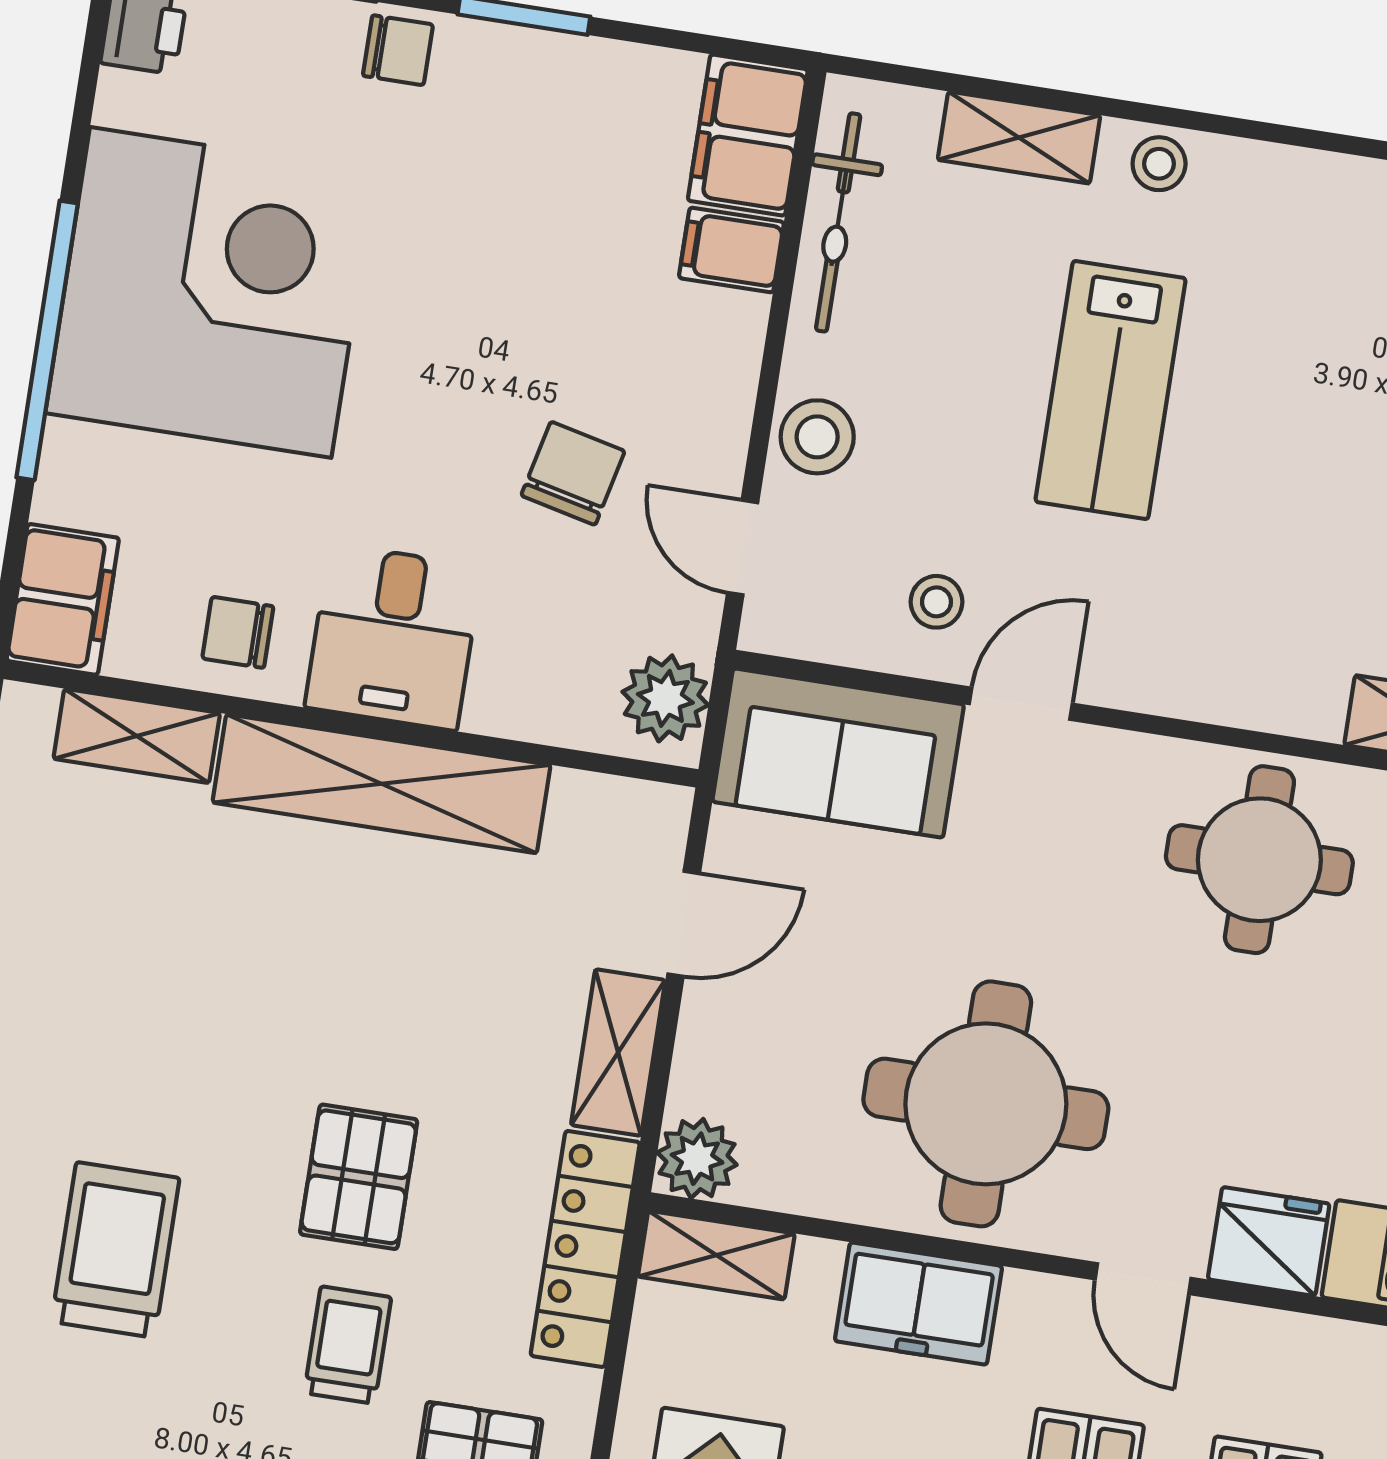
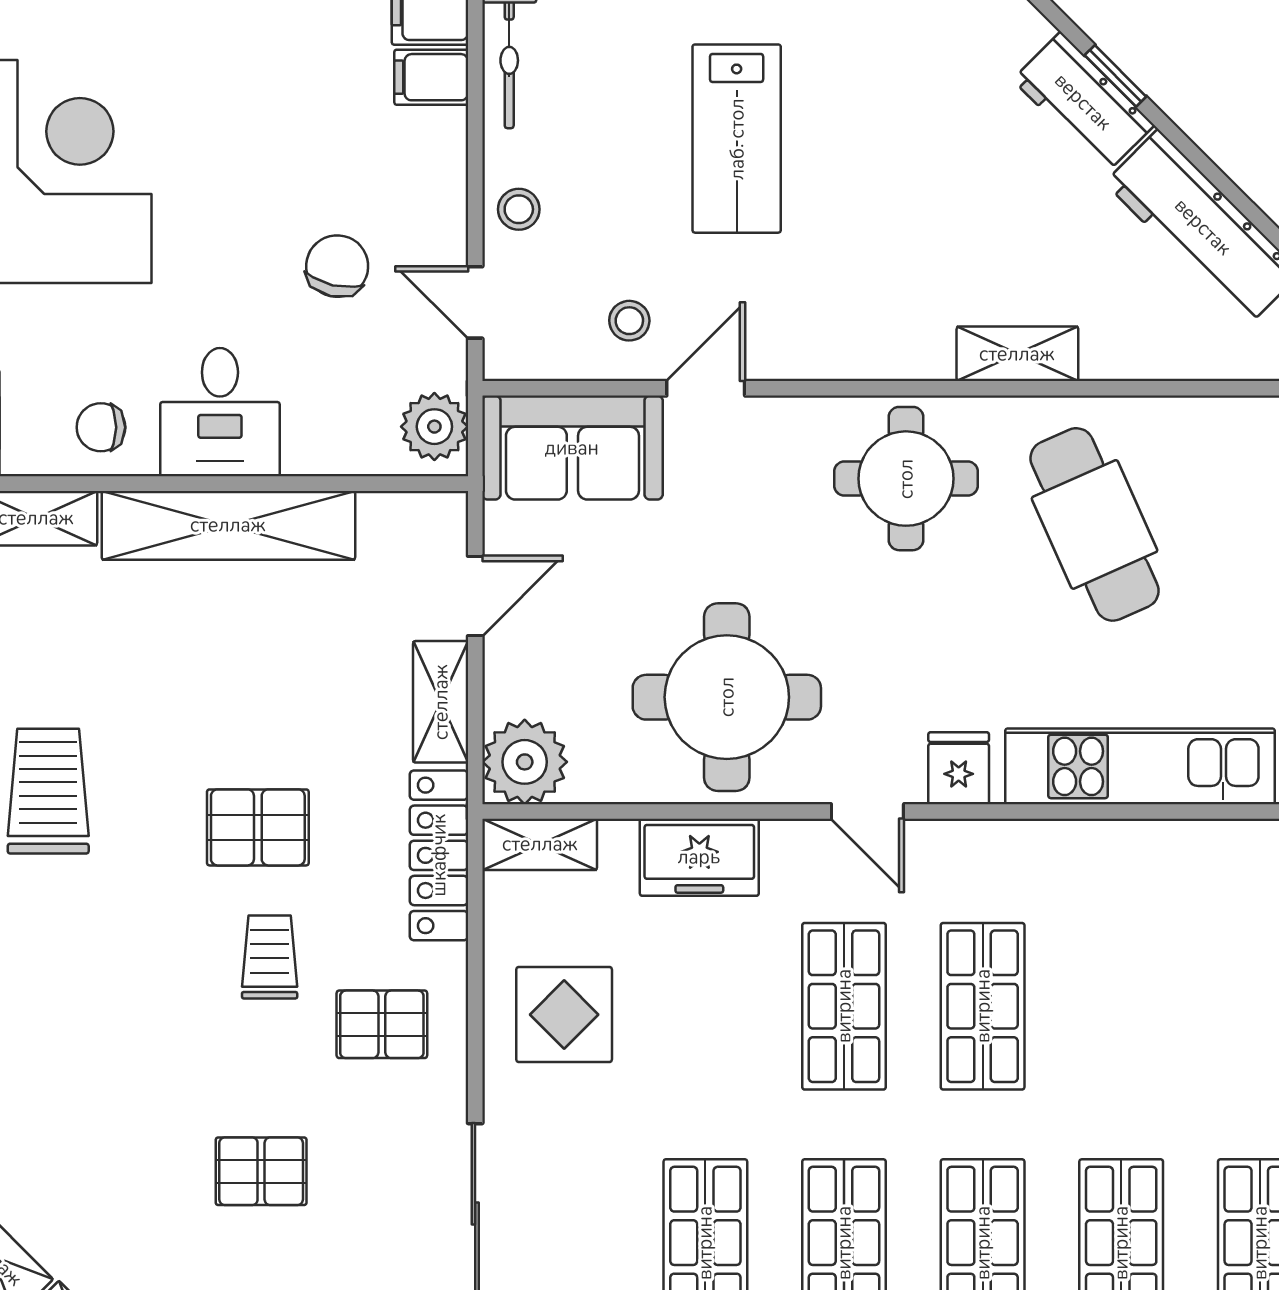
stool: (817, 437) -> (519, 209), width x0.73, depth x0.73
plant: (697, 1159) -> (525, 762), width x1.36, depth x1.36
pallet: (359, 1177) -> (258, 827), turned 90
fridge: (1269, 1242) -> (959, 768), width x0.72
trolley: (115, 1250) -> (48, 791), moved

